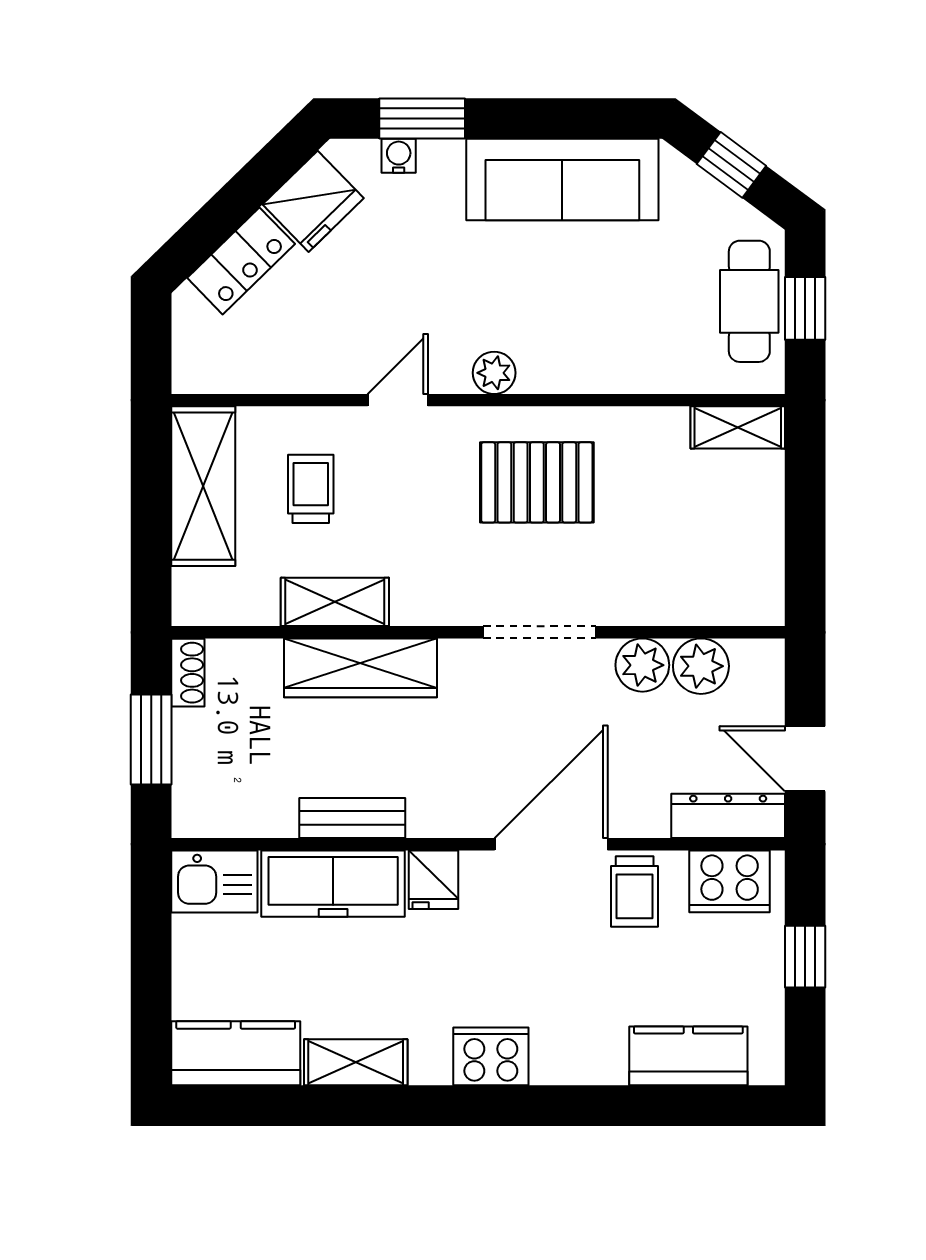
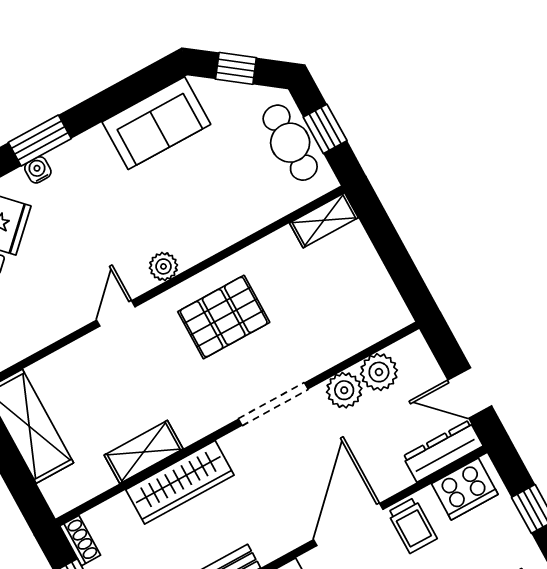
sofa: (562, 180) -> (156, 123), width x0.73
trolley: (311, 489) -> (93, 393), removed

